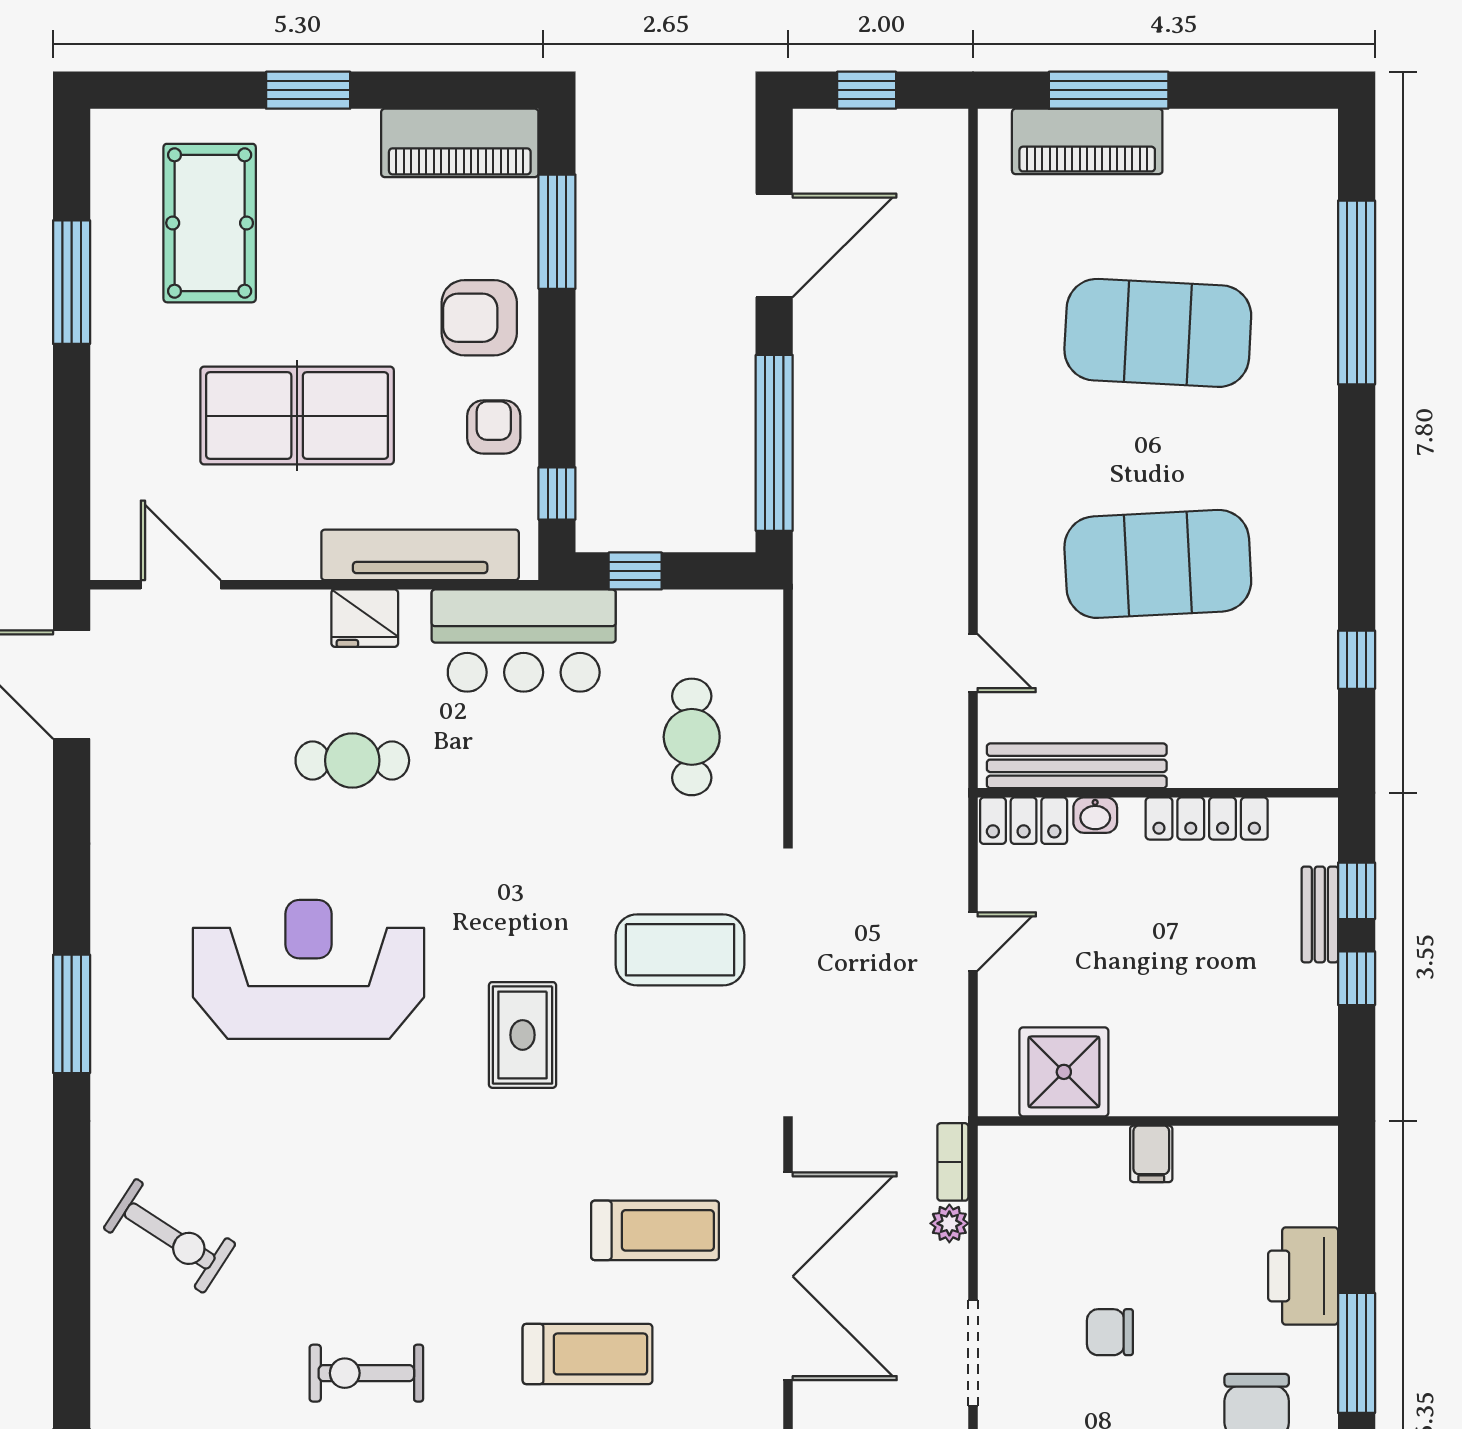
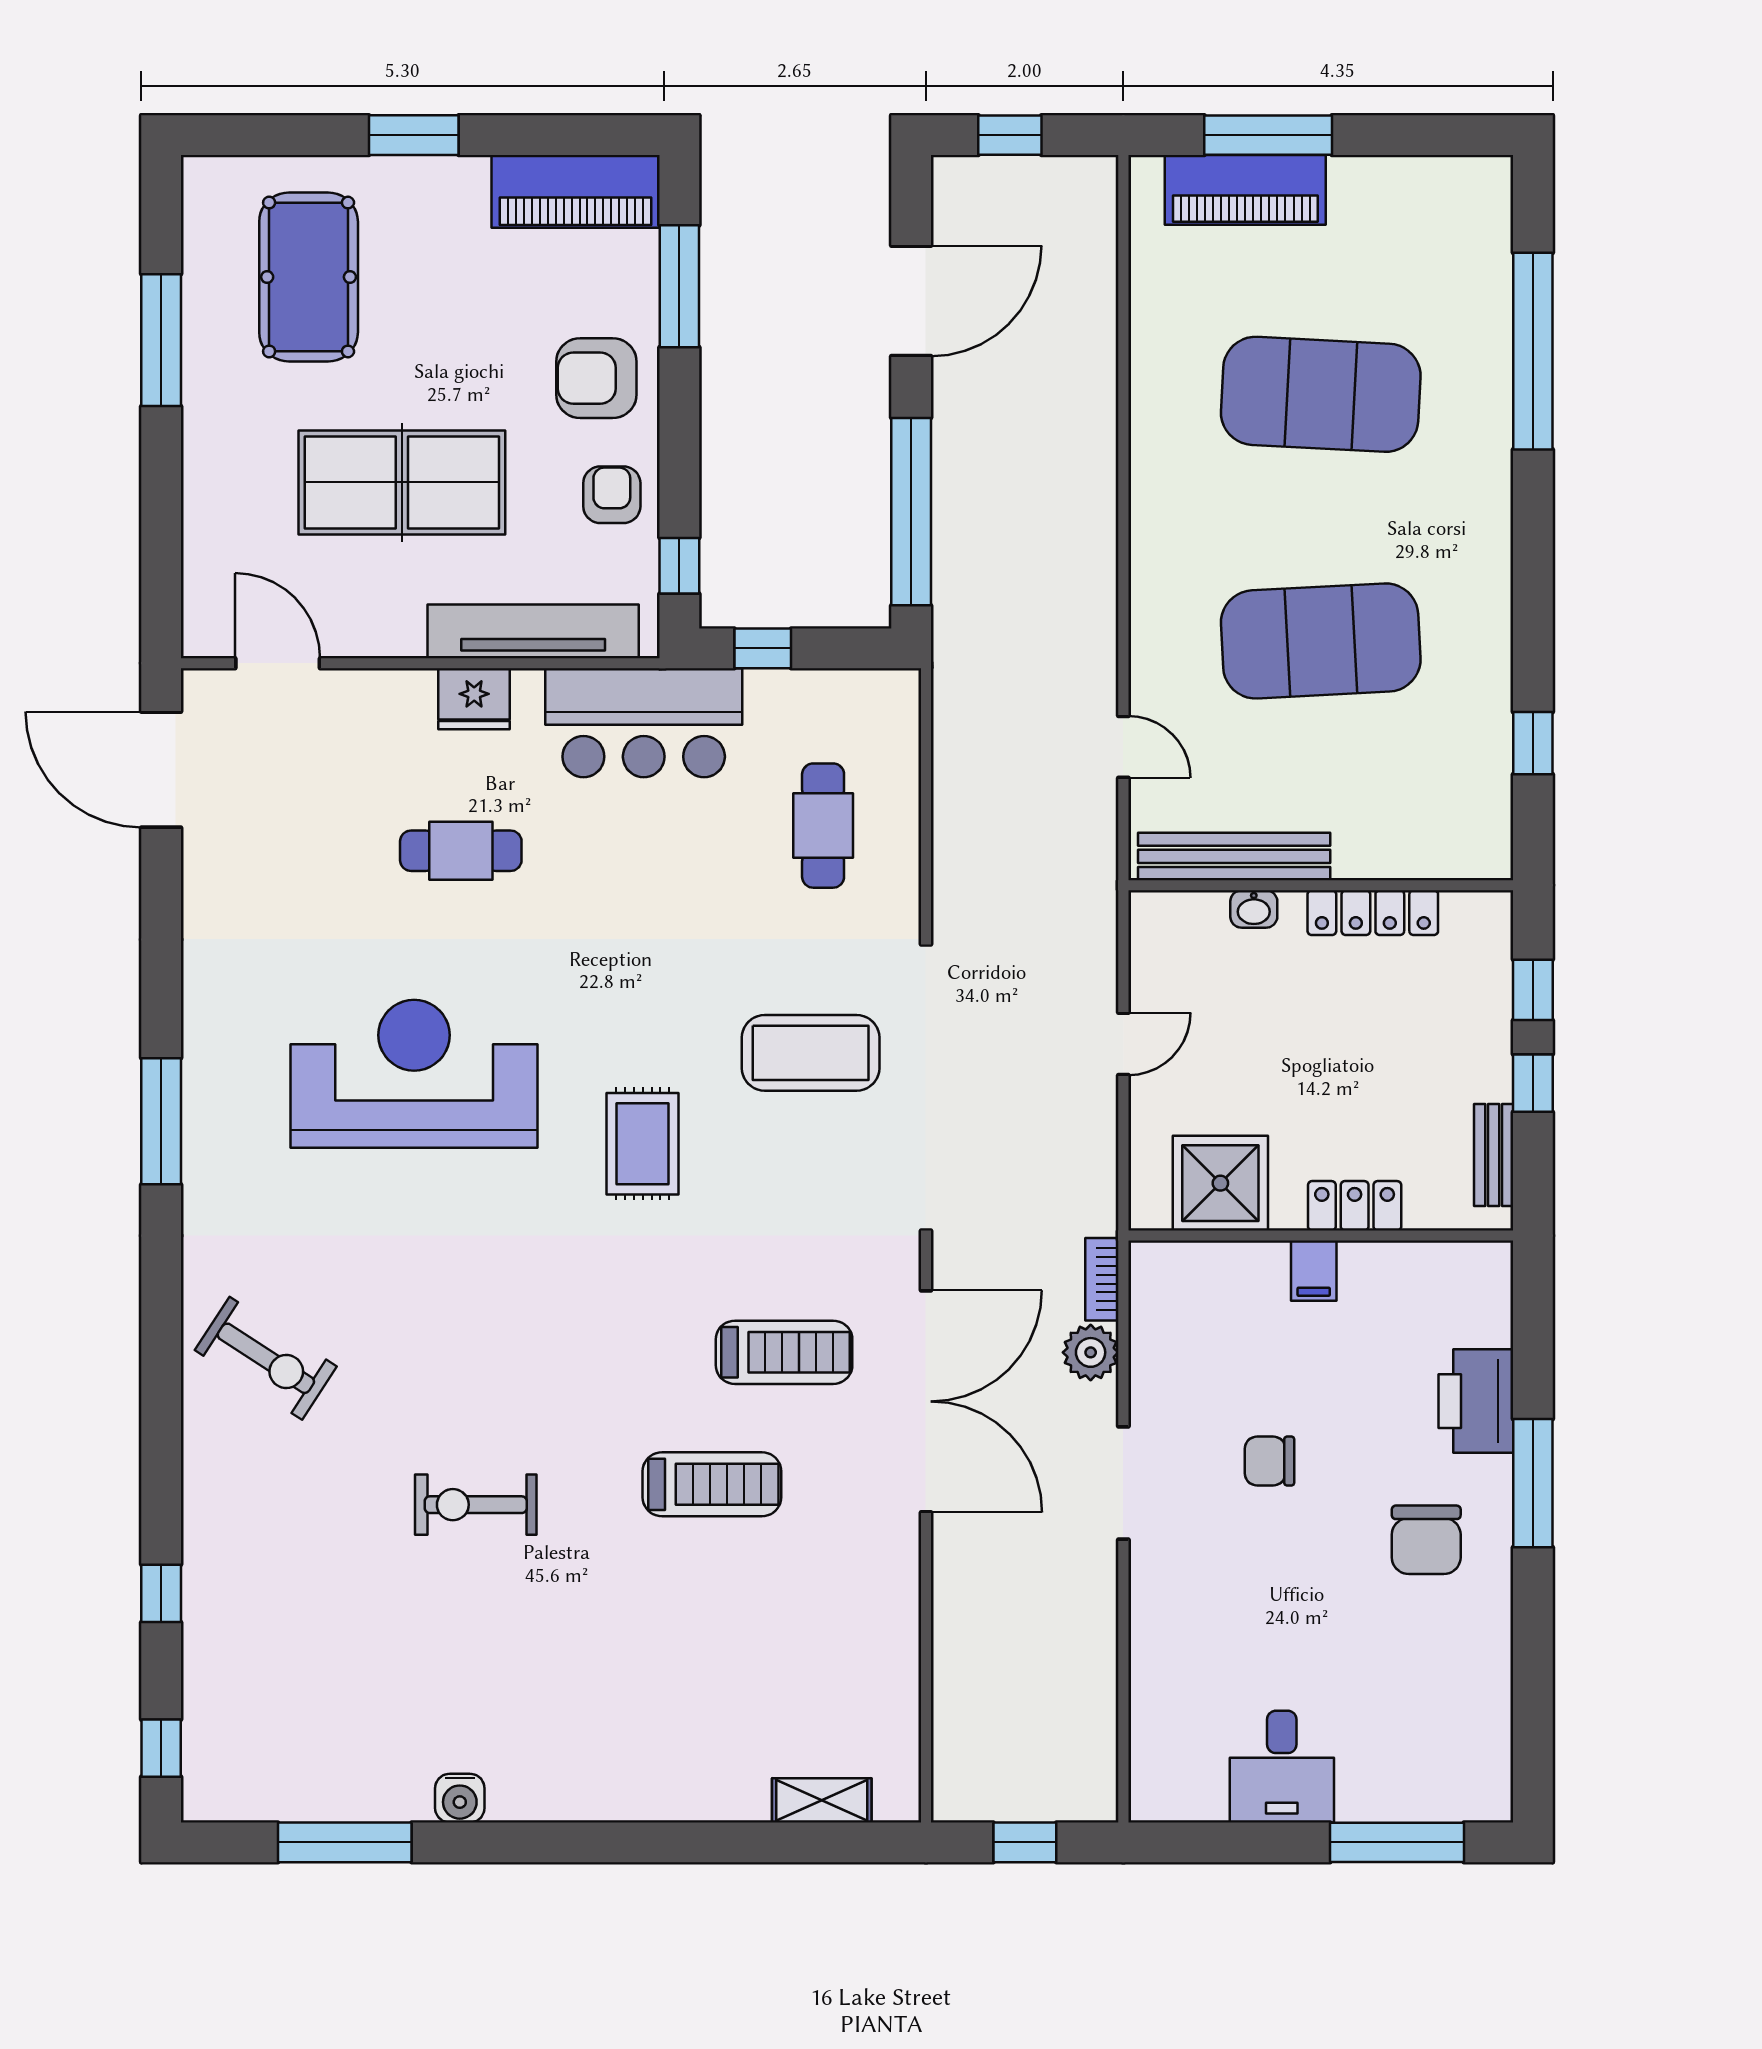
locker: (1024, 821) -> (1355, 1206), moved, turned 180
bench: (1320, 914) -> (1494, 1155), moved
plant: (949, 1223) -> (1091, 1352), width x1.38, depth x1.38

